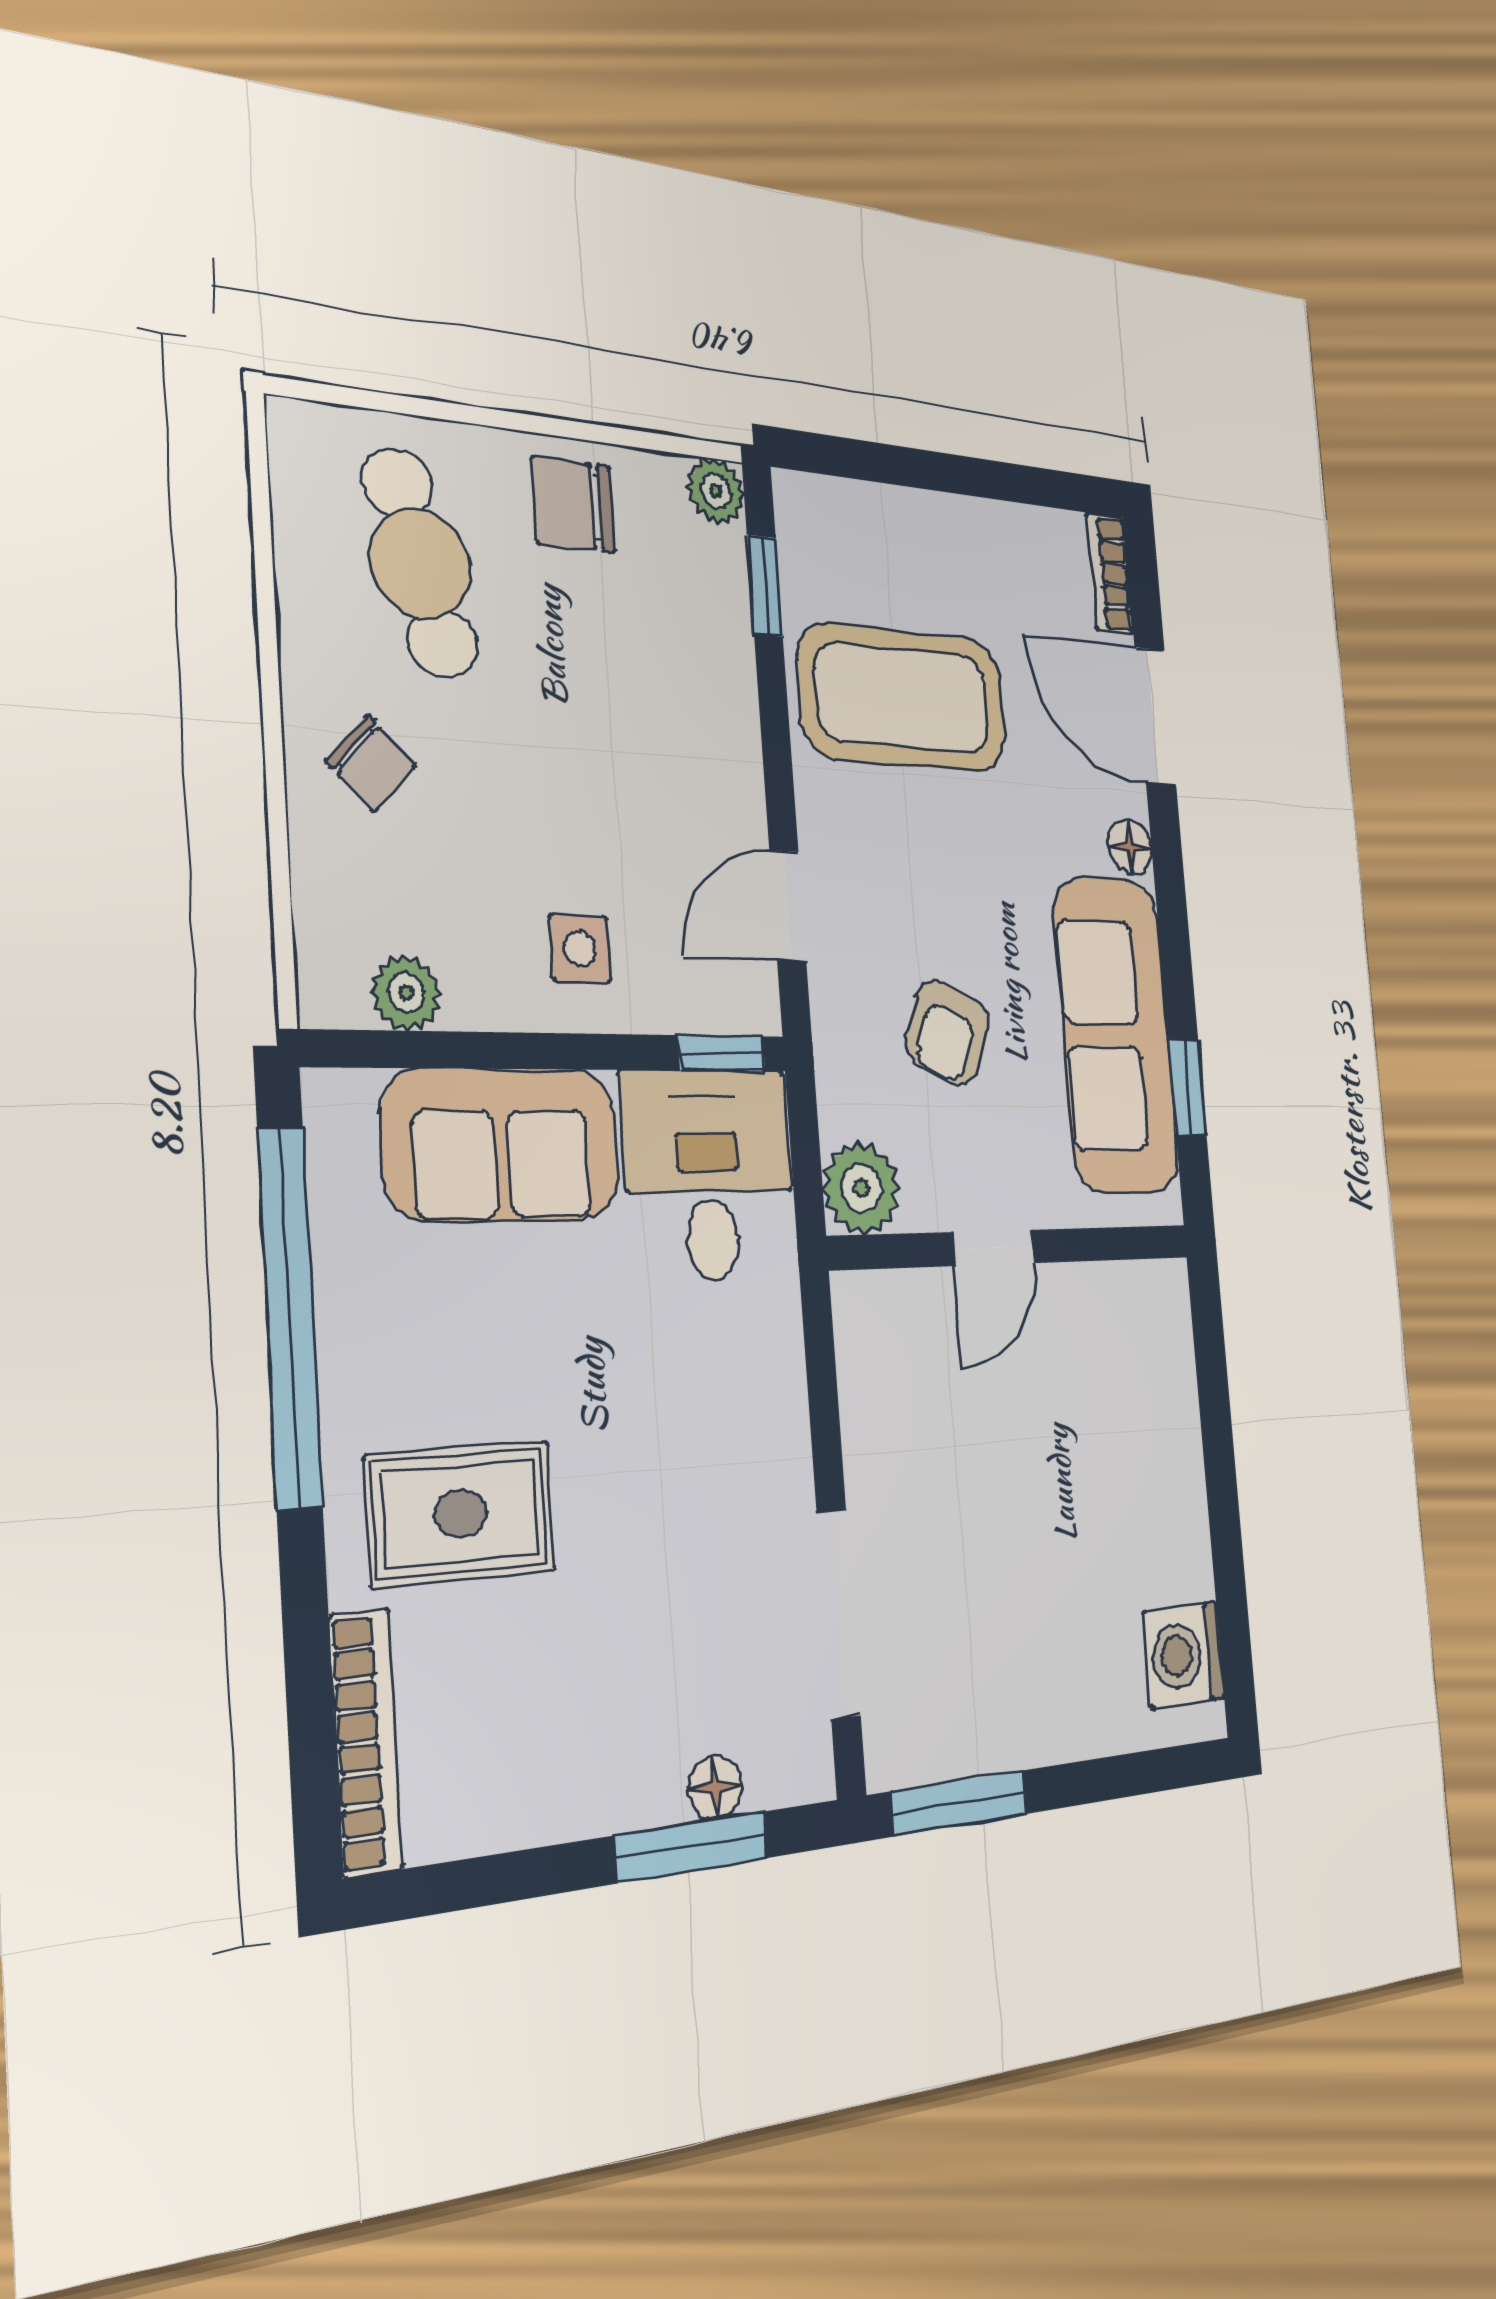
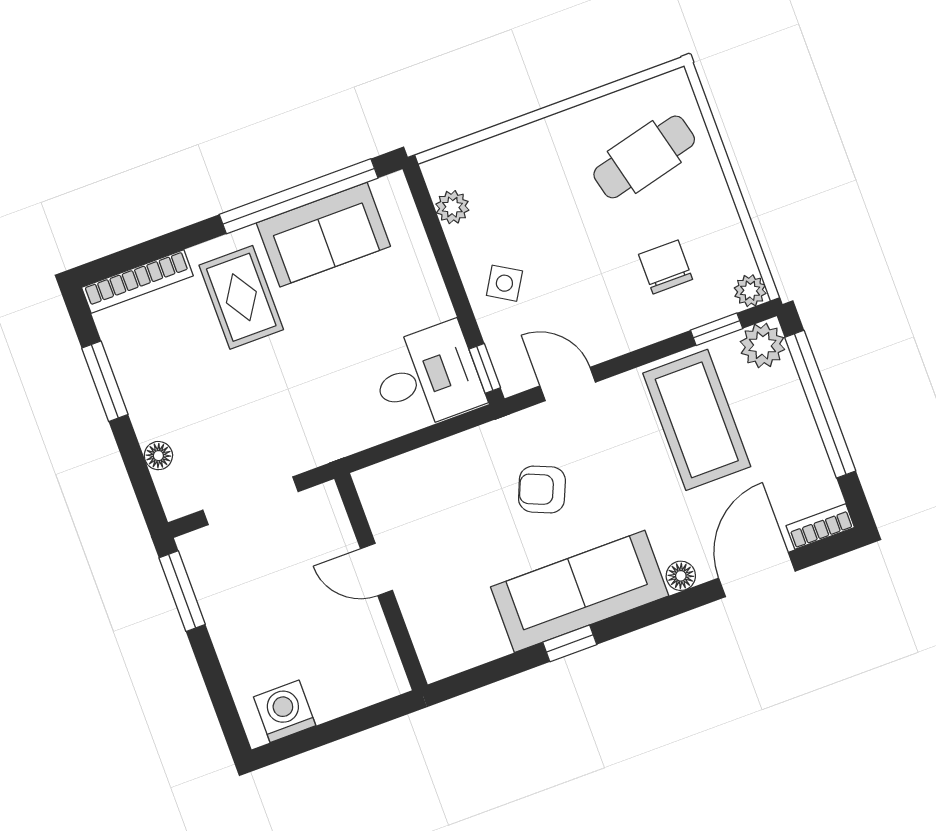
window: (929, 470) -> (820, 404), added
chair: (573, 504) -> (666, 267), moved
chair: (371, 764) -> (545, 161), removed
side table: (580, 949) -> (504, 283), turned 31
sofa: (501, 1145) -> (323, 235), moved, turned -90
plant: (861, 1188) -> (762, 345), moved
wall: (1014, 1247) -> (381, 582), moved
door: (993, 1248) -> (376, 569), moved
window: (692, 1847) -> (105, 381), moved

